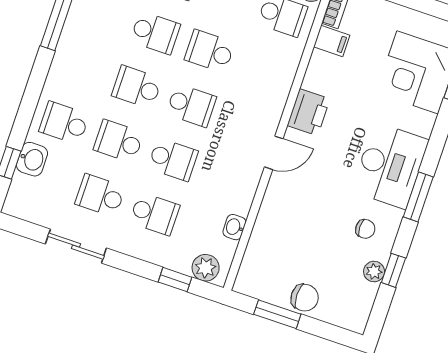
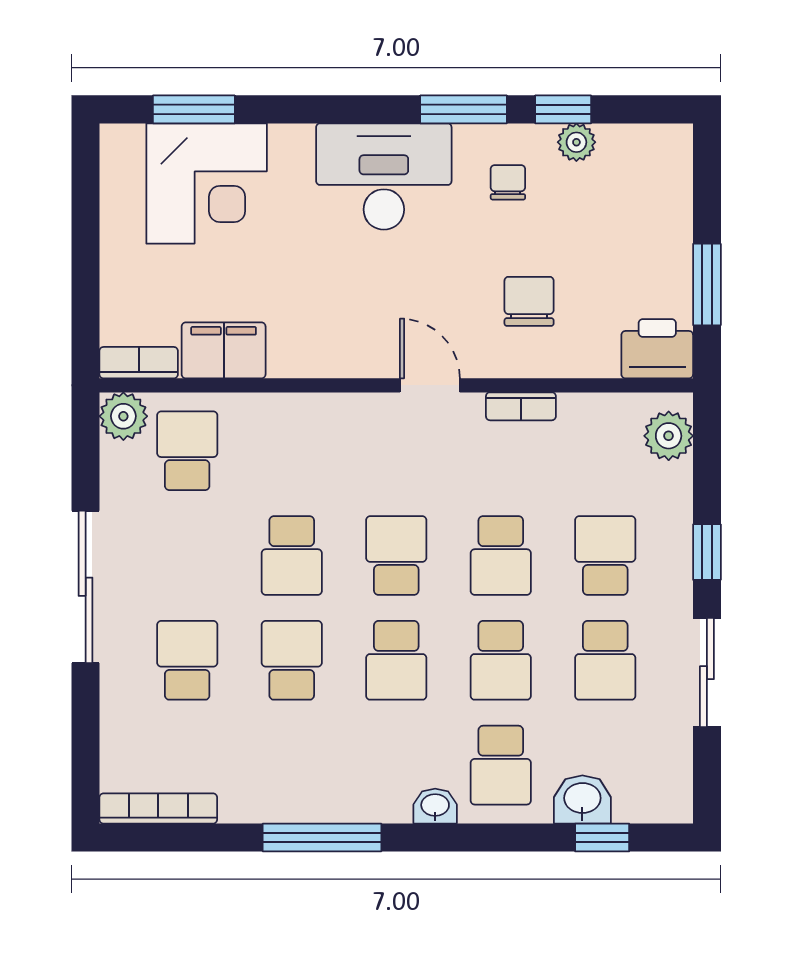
filing cabinet: (332, 41) -> (224, 350), width x2.00
printer: (309, 112) -> (657, 349), moved
school desk: (173, 160) -> (501, 556), turned 180
bookcase: (247, 196) -> (521, 406), added
window: (418, 197) -> (464, 109), moved
washbasin: (234, 227) -> (435, 806), moved, turned 180
window: (175, 280) -> (707, 552), moved
chair: (305, 298) -> (529, 301), moved

